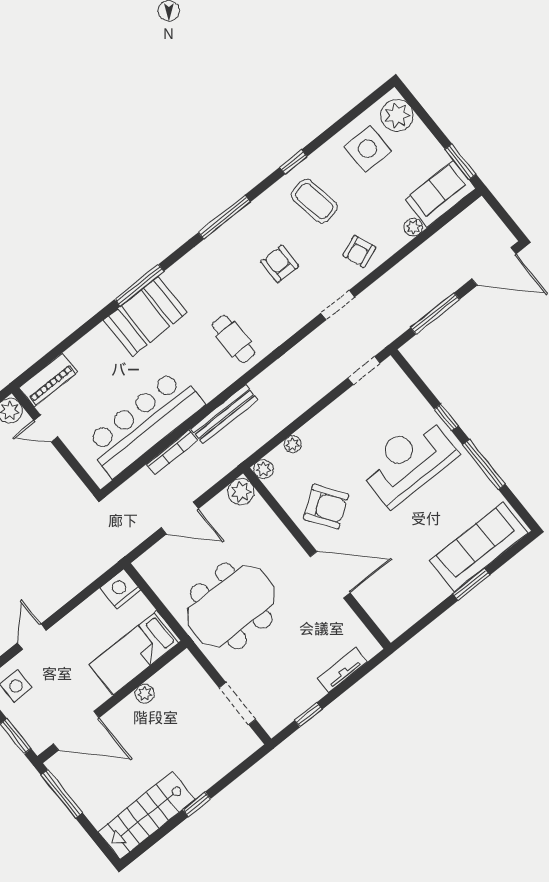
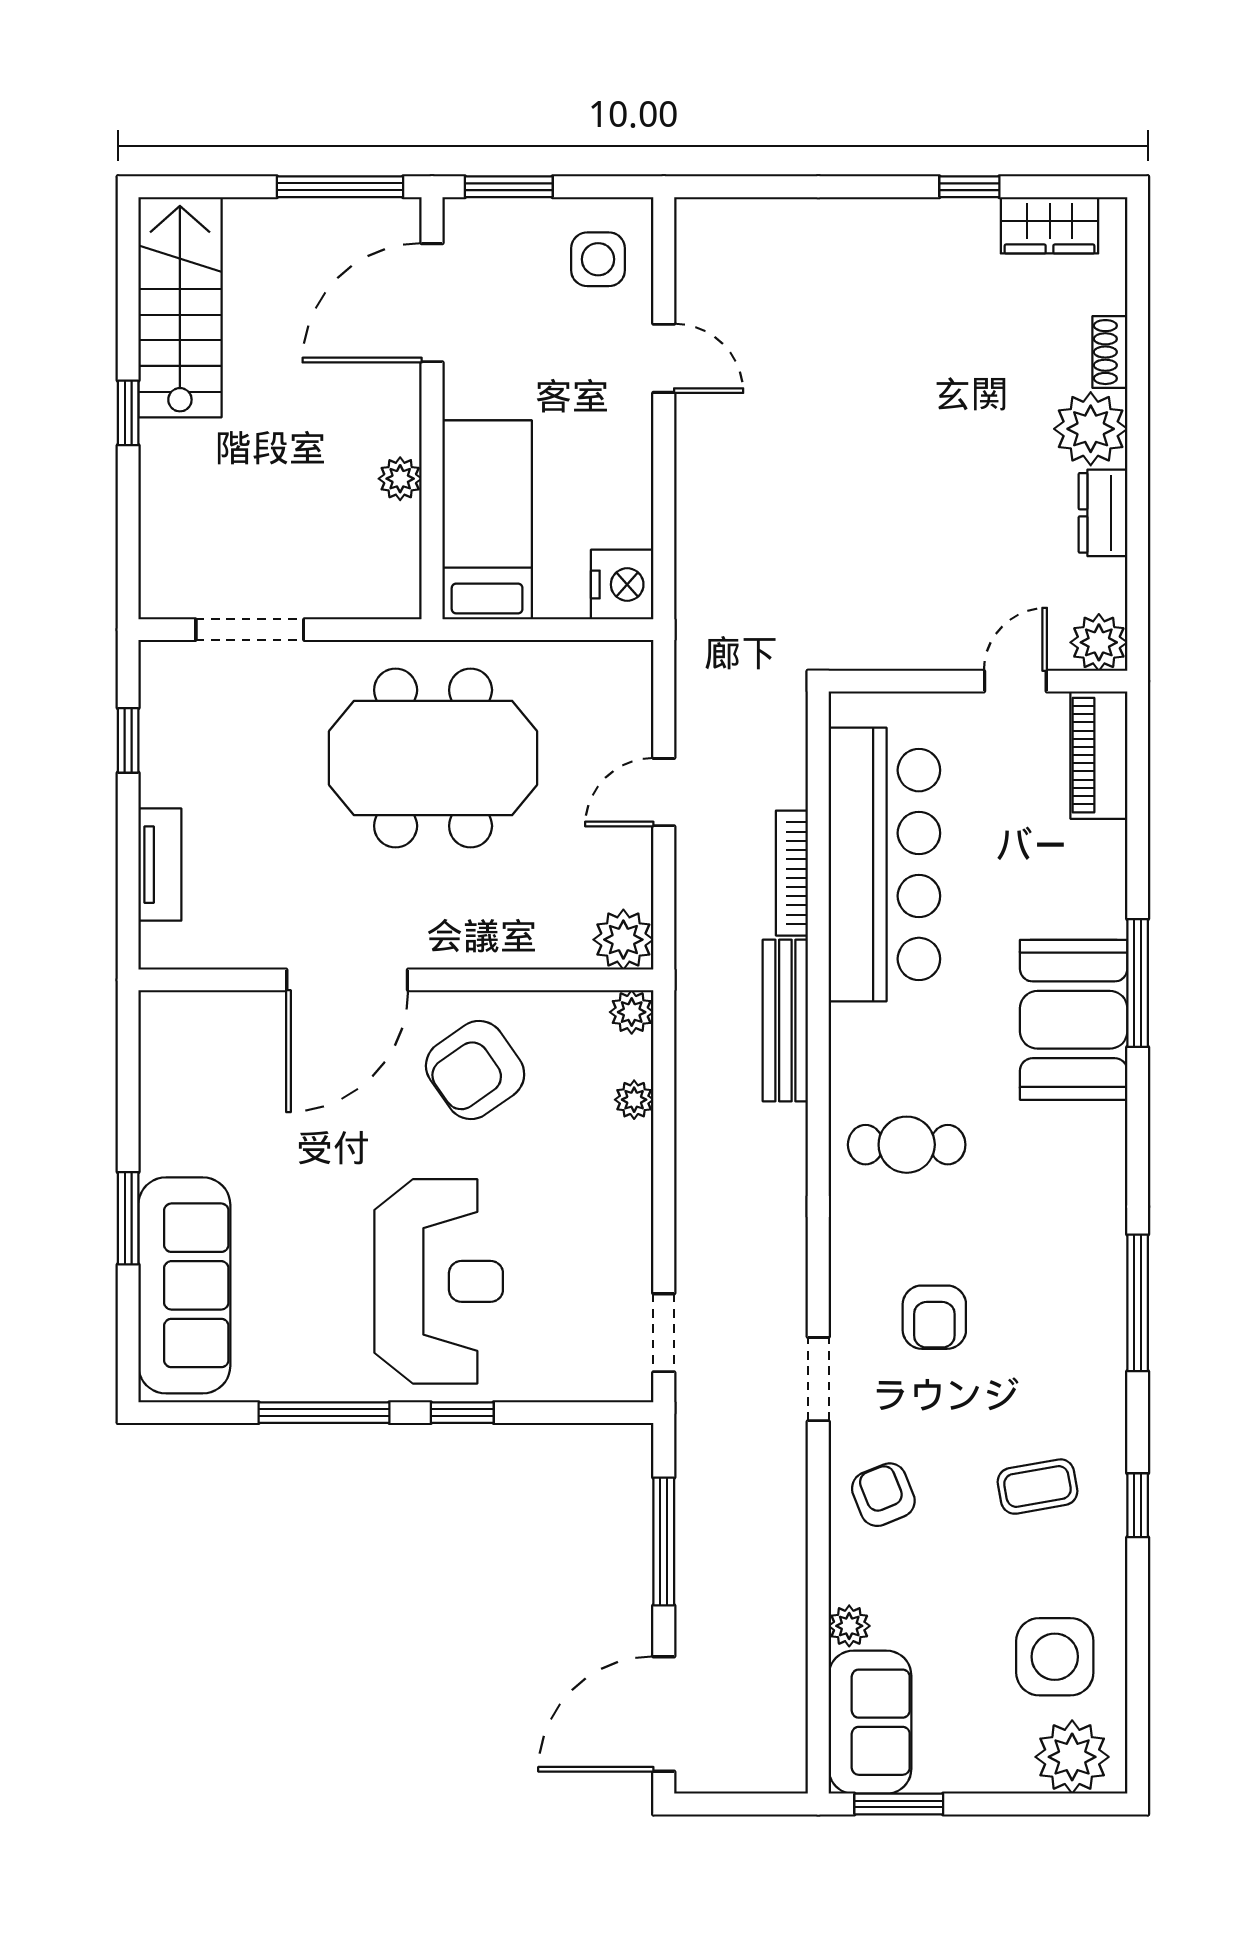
coffee table: (314, 201) -> (1037, 1487), width x0.73, depth x0.77
armchair: (280, 264) -> (934, 1317), moved, turned 90
window: (139, 285) -> (1138, 983), moved
door: (180, 518) -> (664, 792), width x0.73
meeting table: (231, 606) -> (433, 758), turned 90

